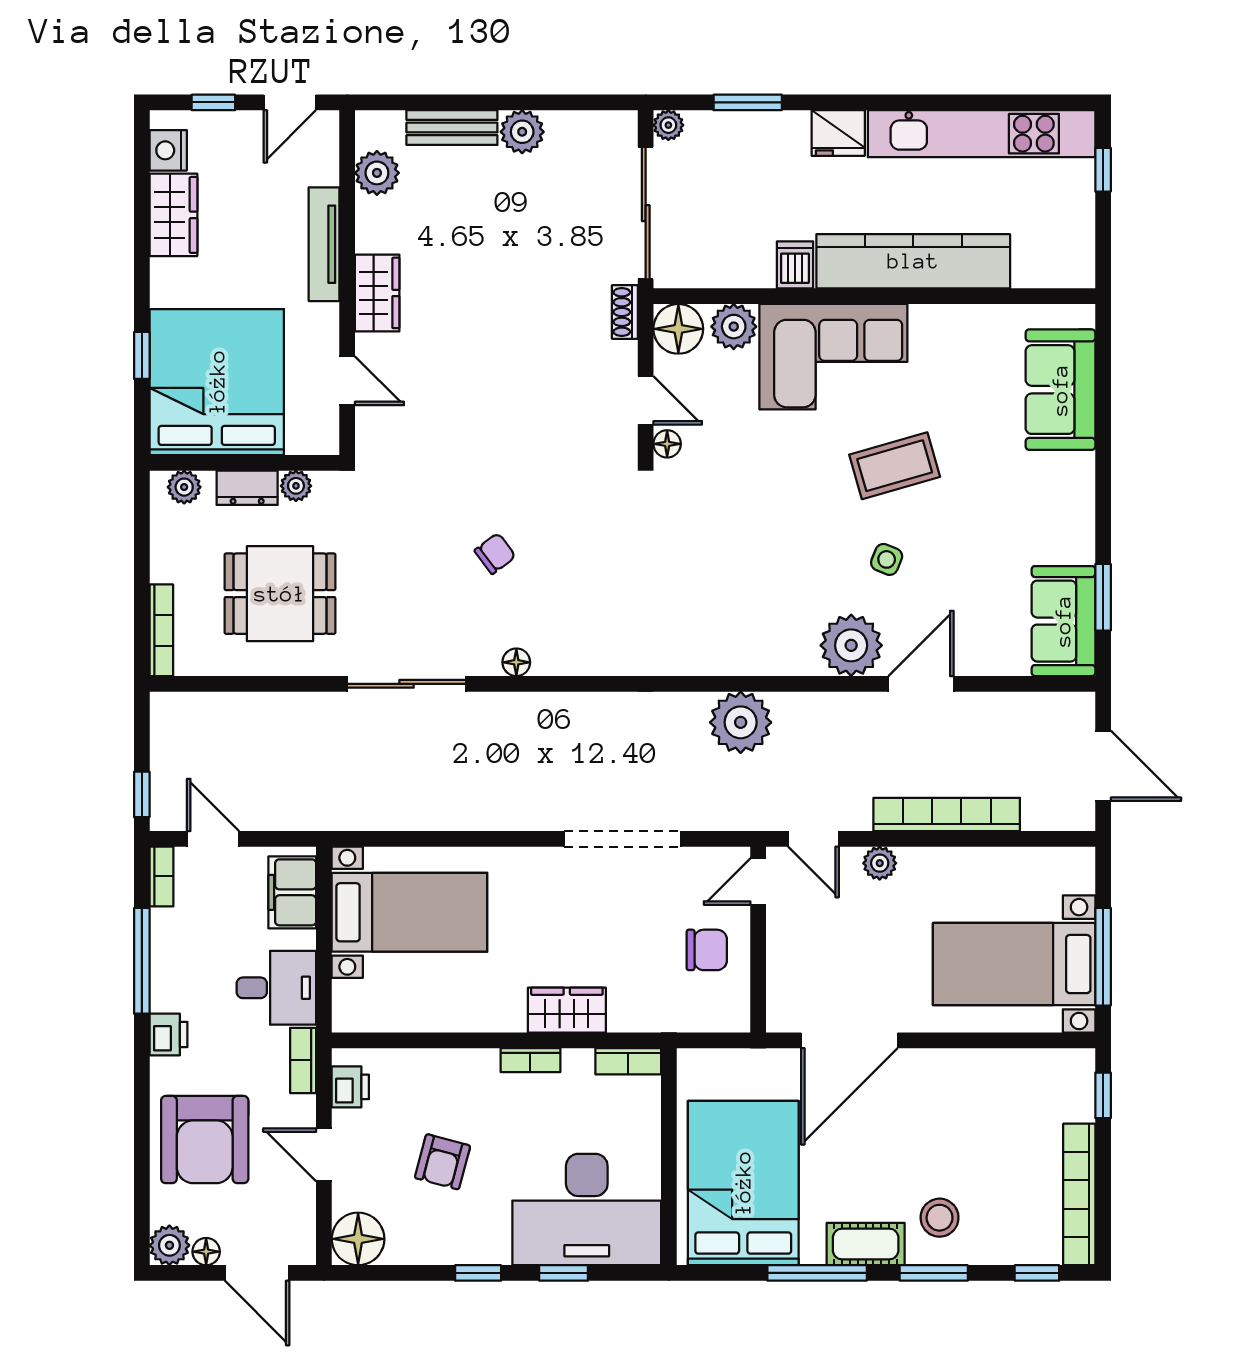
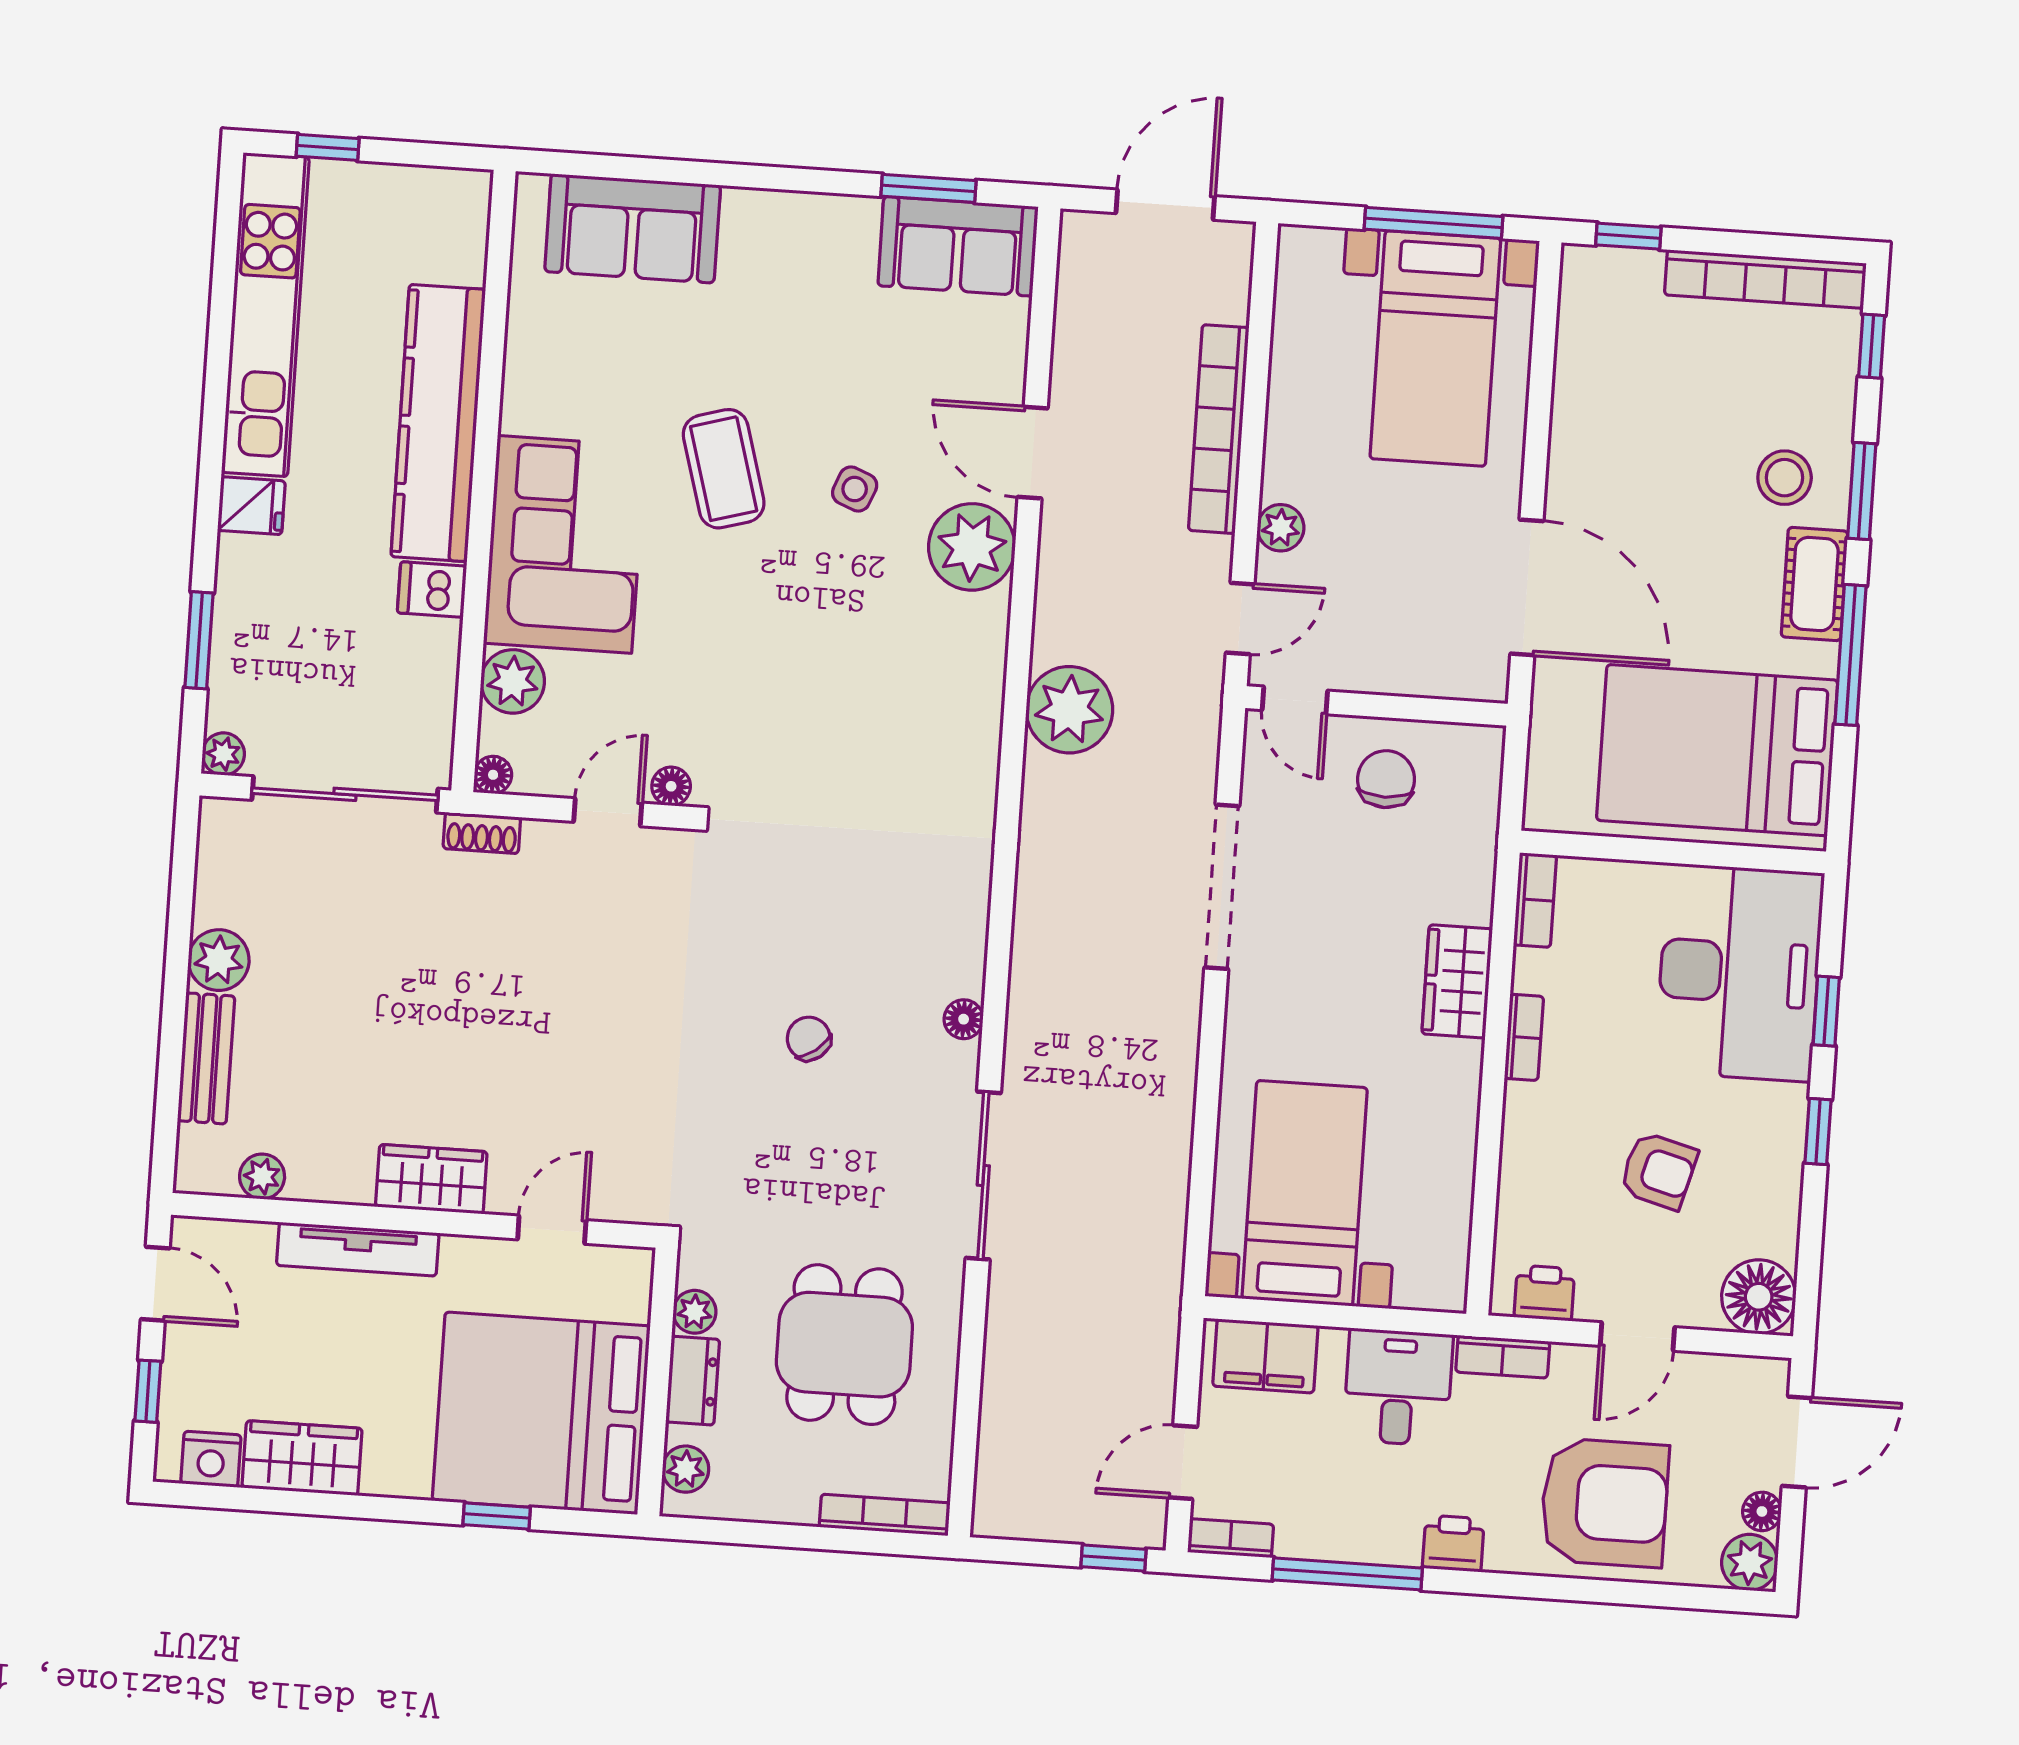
fridge: (838, 133) -> (251, 506), width x0.72
plant: (377, 173) -> (262, 1176), width x0.73, depth x0.73
floor lamp: (678, 329) -> (493, 775), width x0.53, depth x0.53

